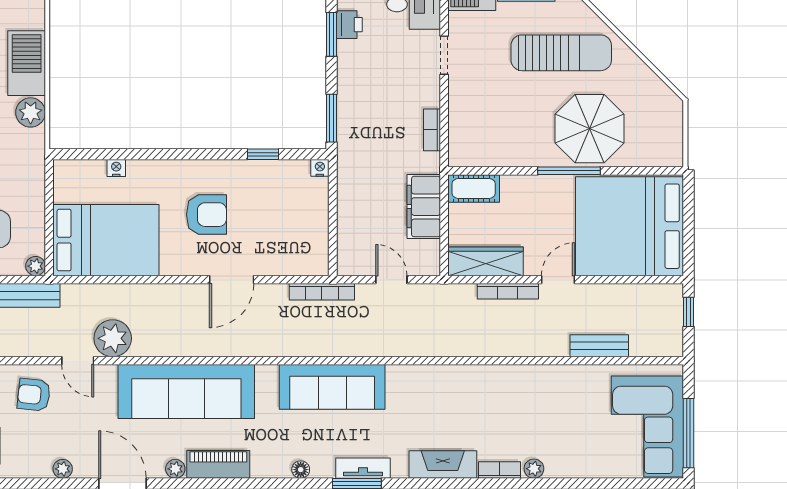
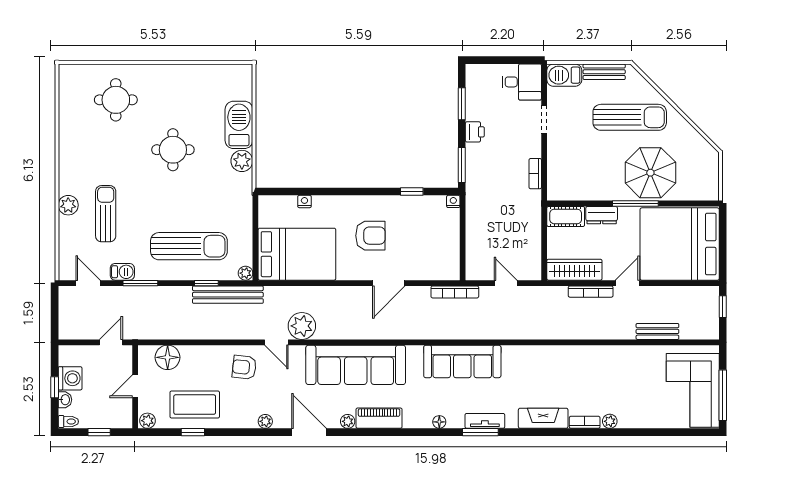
printer: (349, 25) -> (475, 132), moved
dresser: (523, 187) -> (602, 215), added
filing cabinet: (424, 207) -> (529, 230), removed

